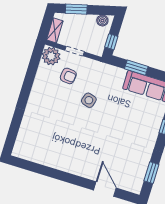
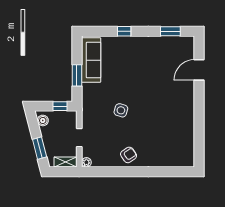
plant: (51, 56) -> (86, 162), width x0.53, depth x0.53
armchair: (68, 76) -> (129, 155), moved, turned 50

